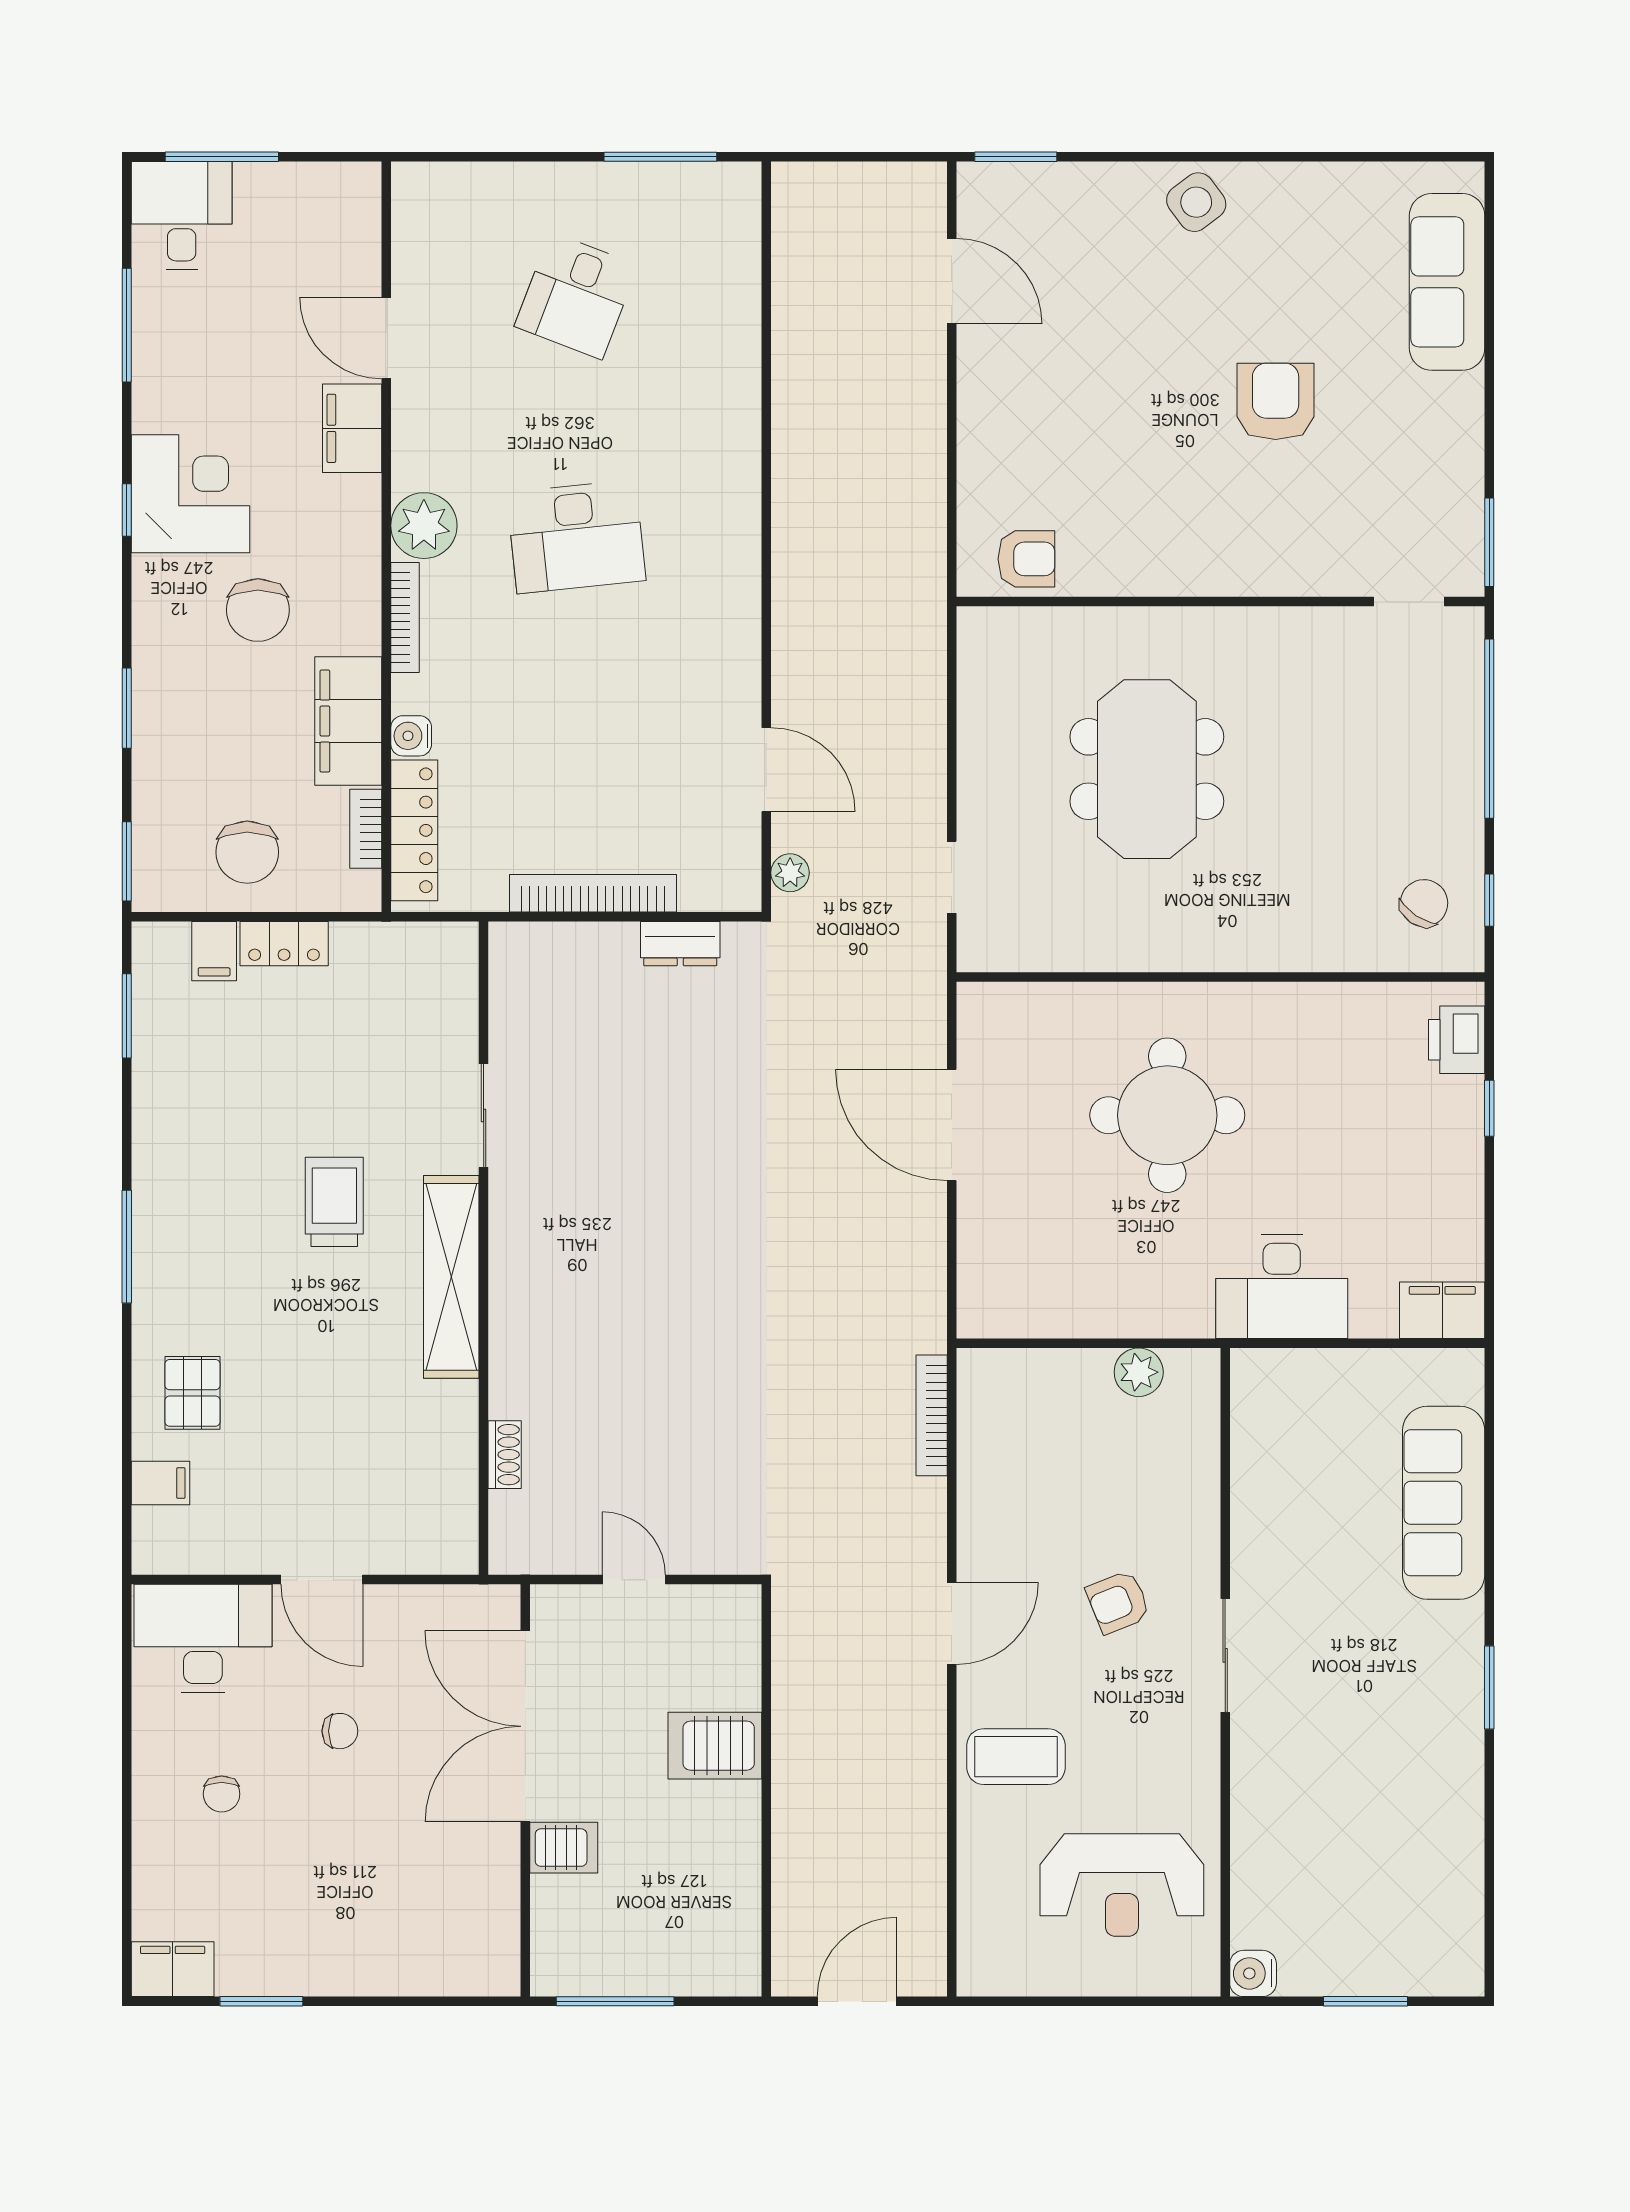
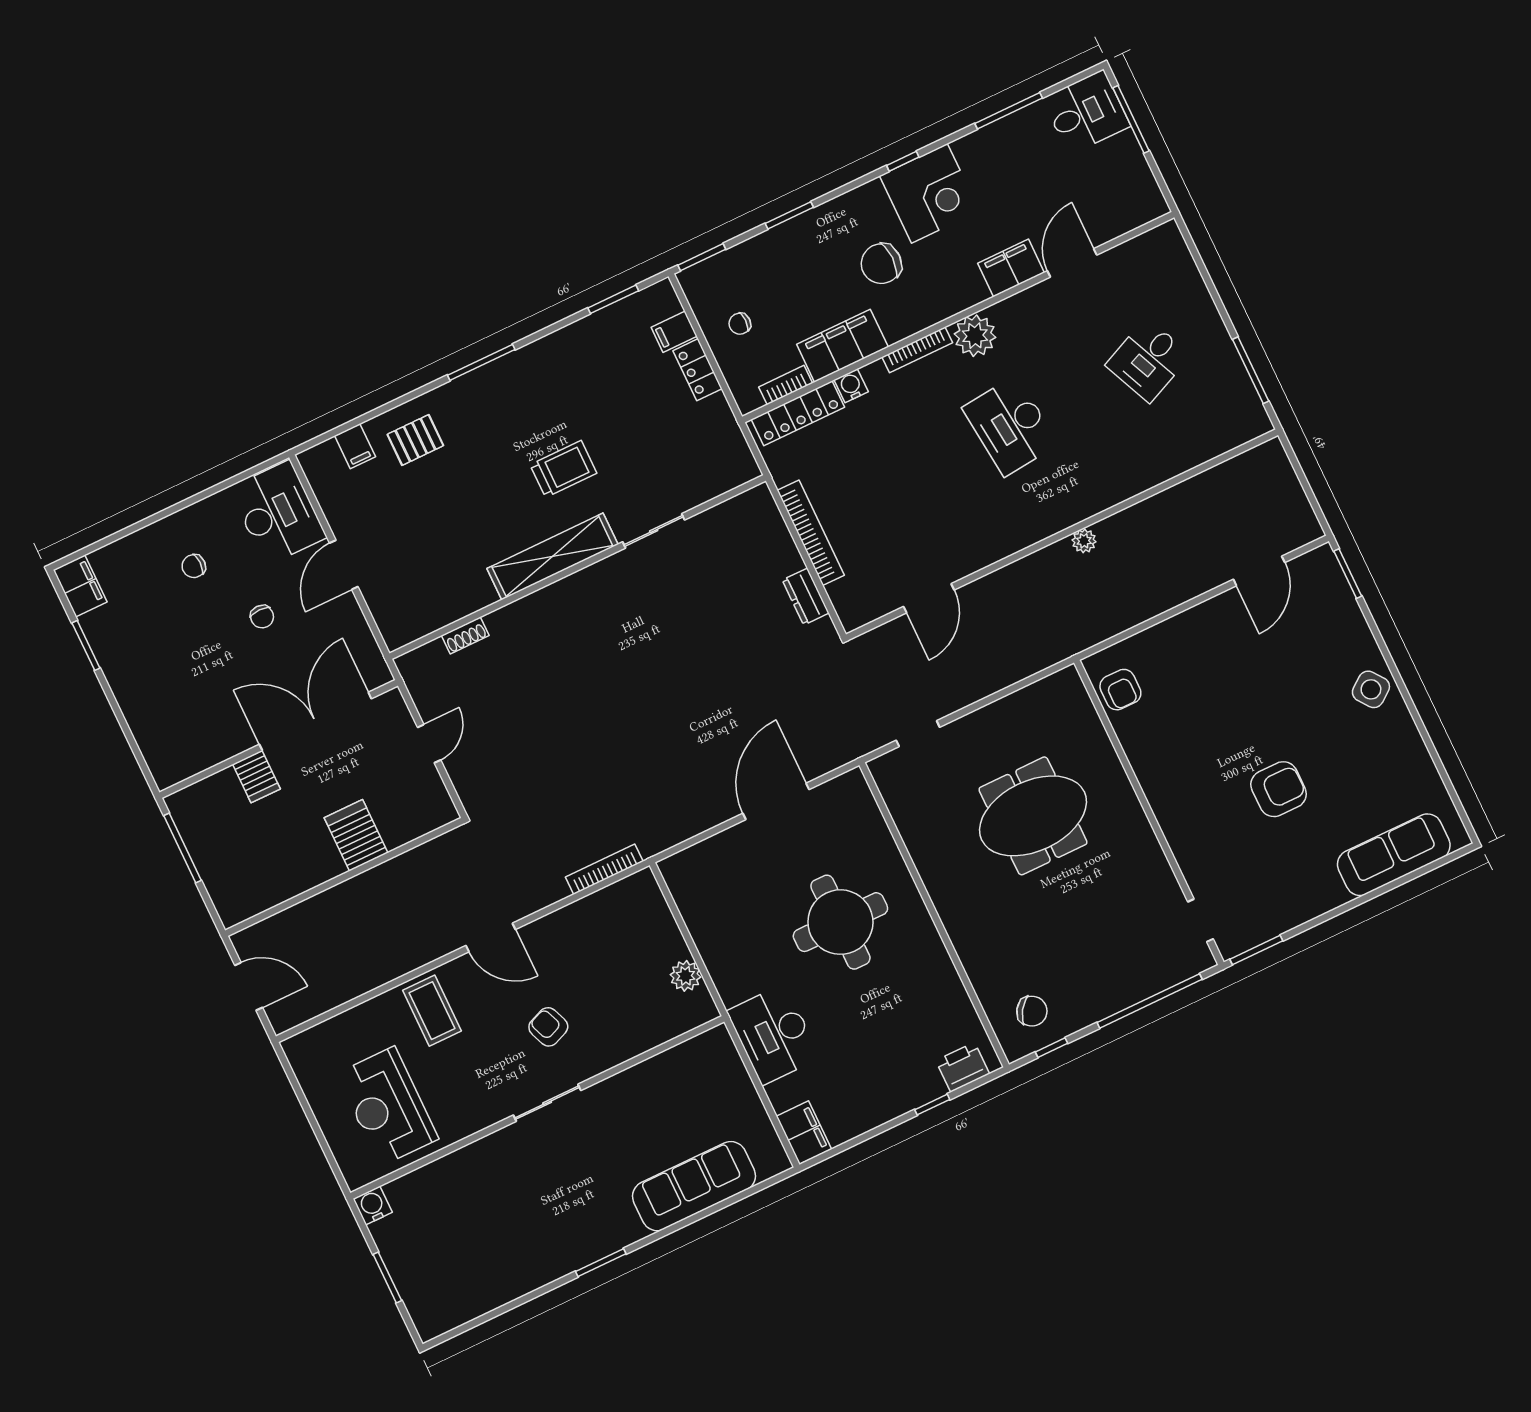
desk: (576, 296) -> (1148, 360), turned -45
chair: (247, 852) -> (740, 324), width x0.54, depth x0.54
plant: (790, 873) -> (1084, 541), moved

